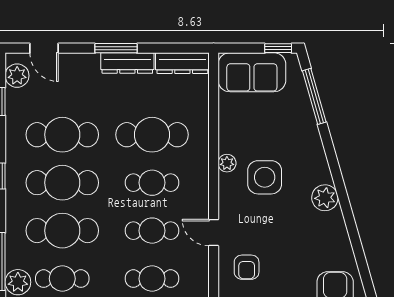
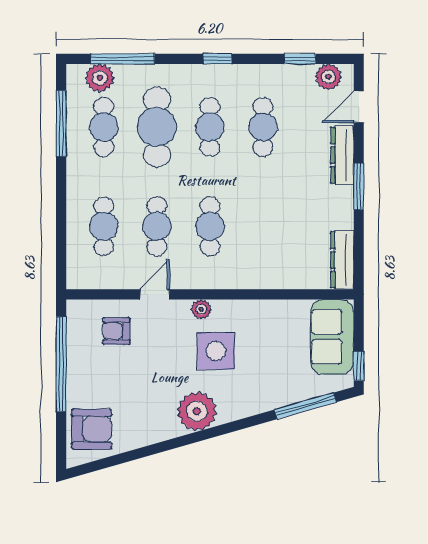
dresser: (127, 63) -> (342, 155), moved
cafe table: (62, 135) -> (263, 127), width x0.73, depth x0.74
cafe table: (152, 135) -> (263, 226), removed
plant: (227, 163) -> (201, 309), moved
cafe table: (62, 183) -> (210, 127), width x0.73, depth x0.74
plant: (325, 198) -> (197, 411), width x1.36, depth x1.36

